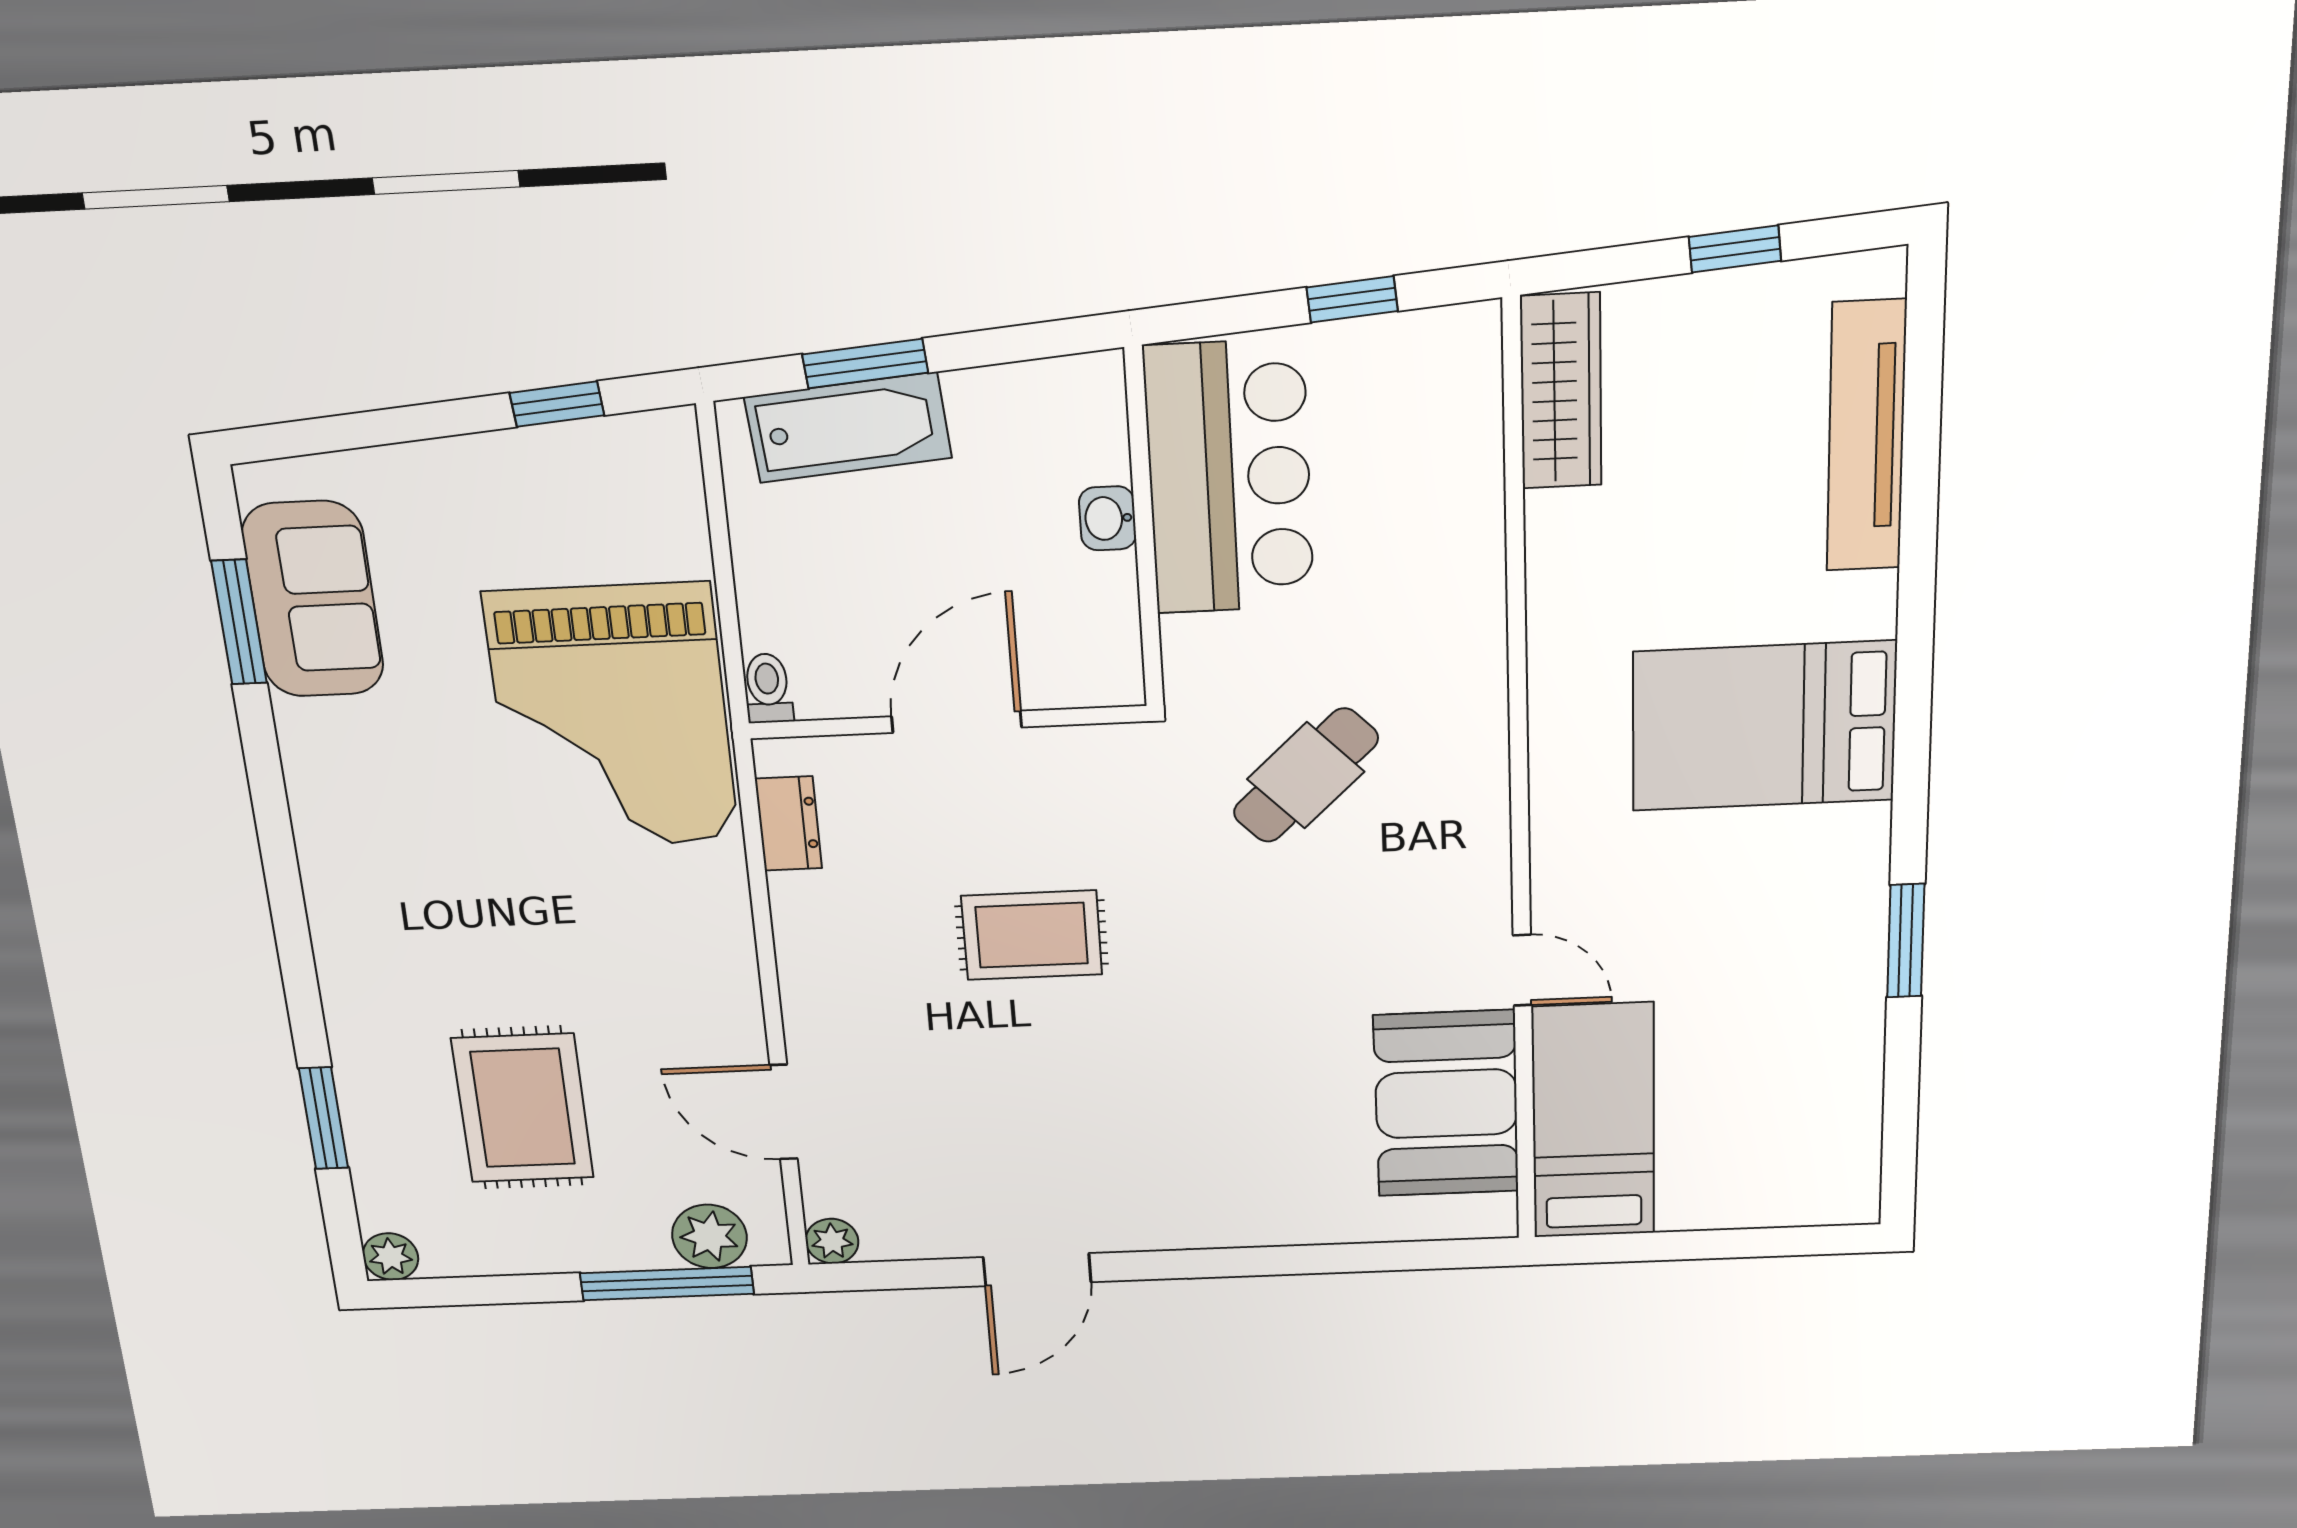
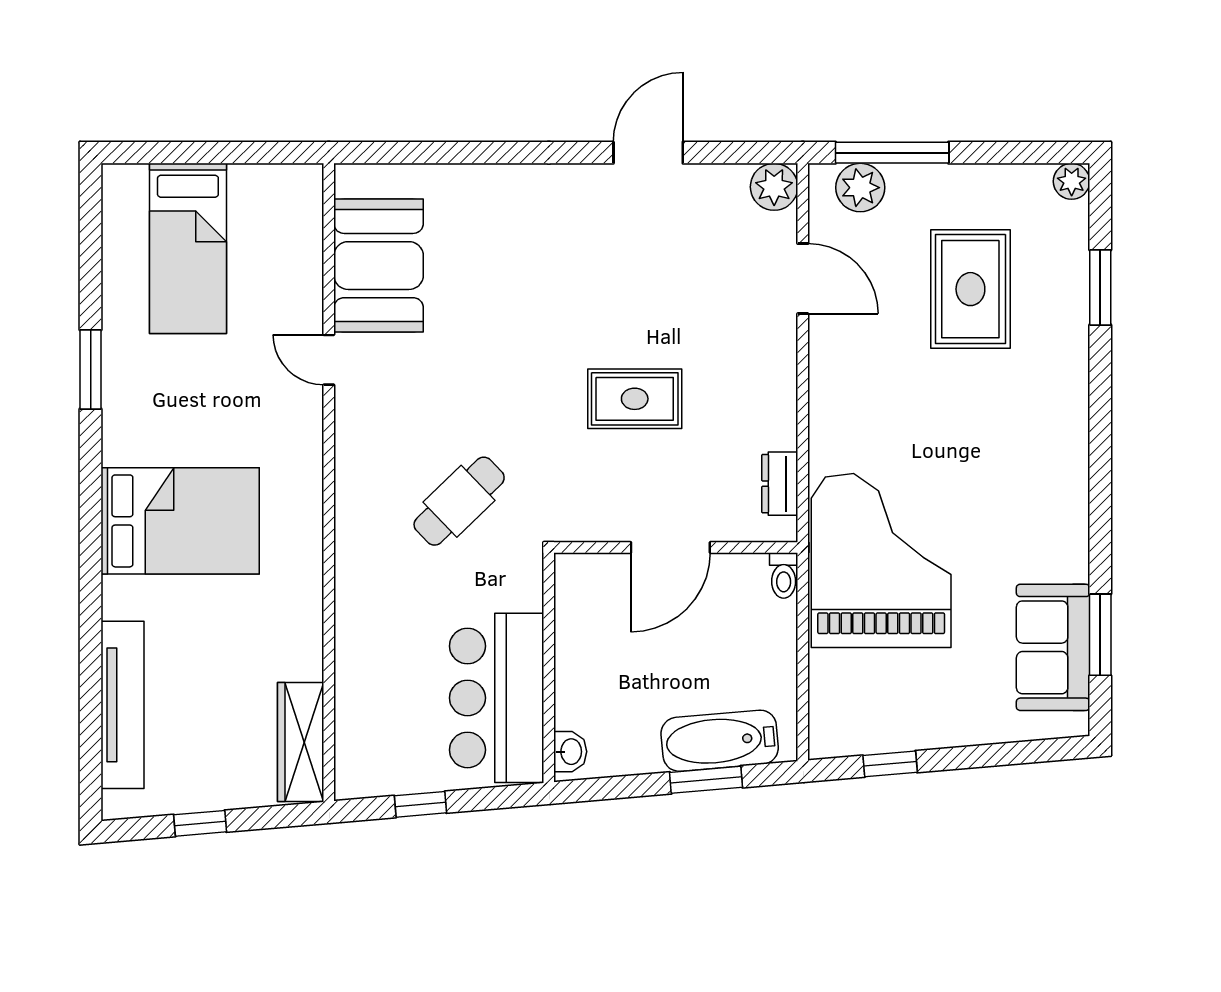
washbasin: (1108, 518) -> (570, 752), moved
bed: (1593, 1121) -> (188, 248), moved
plant: (832, 1241) -> (774, 187), width x1.38, depth x1.38

